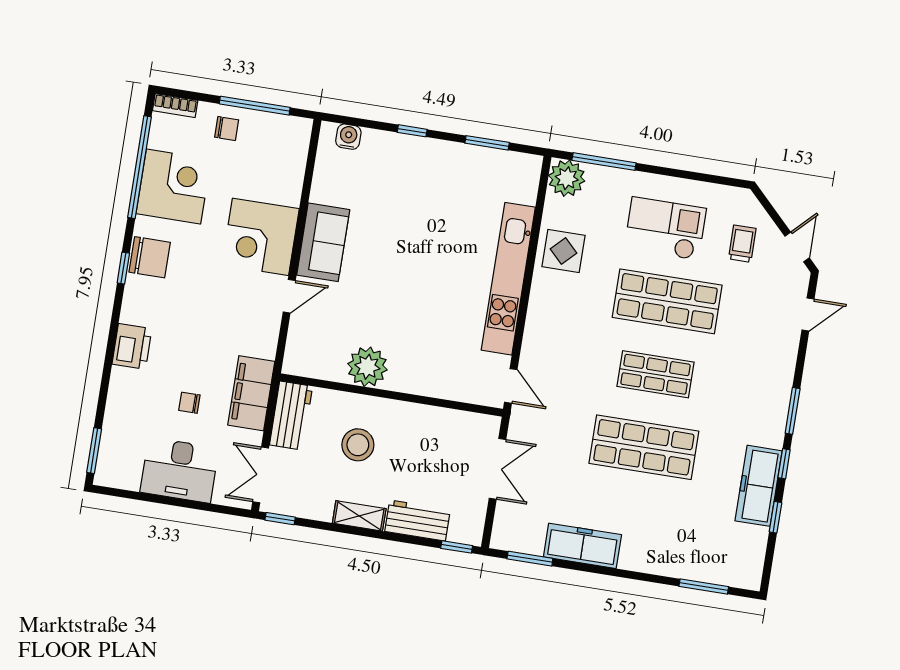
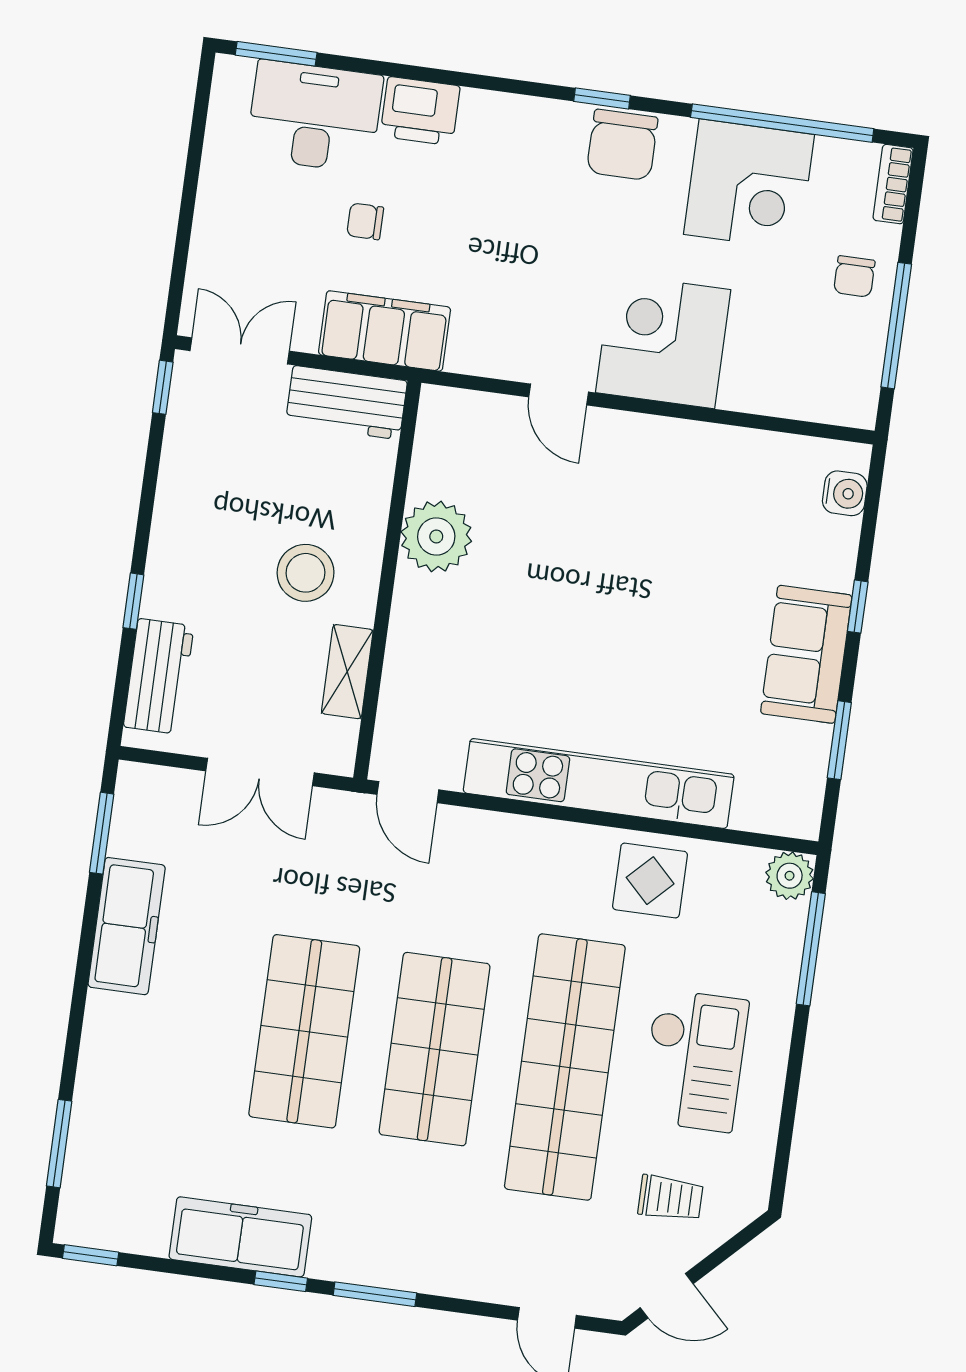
plant: (567, 178) -> (790, 876), width x0.73, depth x0.73
sofa: (323, 242) -> (806, 654), moved, turned 90
shop shelf: (667, 301) -> (565, 1067), width x1.40
printer: (132, 346) -> (420, 111), moved
shop shelf: (656, 374) -> (435, 1049), width x1.43, depth x1.36
door: (511, 386) -> (408, 792), hinge flipped
chair: (189, 403) -> (365, 221), turned -90
stool: (358, 445) -> (306, 573), moved
desk: (179, 470) -> (315, 116), moved, turned 90
shelving: (359, 516) -> (347, 672), moved
window: (776, 517) -> (91, 1255), moved
workbench: (418, 521) -> (159, 676), moved
window: (457, 547) -> (133, 601), moved

